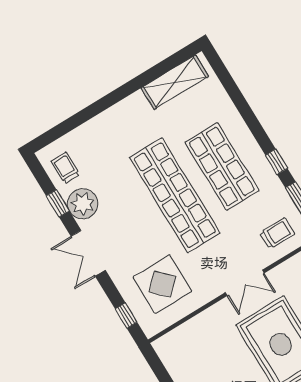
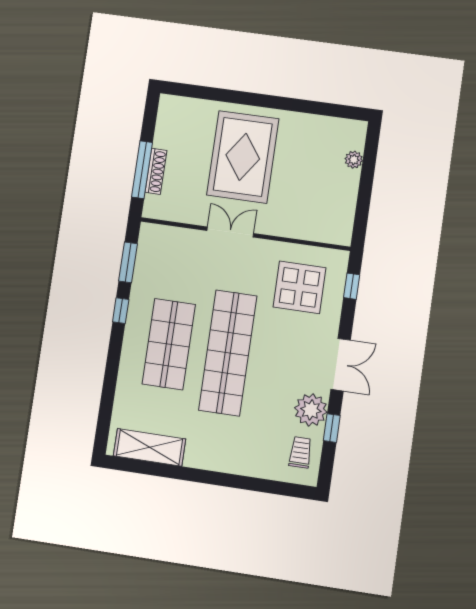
trolley: (65, 168) -> (300, 452), turned 180
trolley: (277, 233) -> (170, 251), removed

